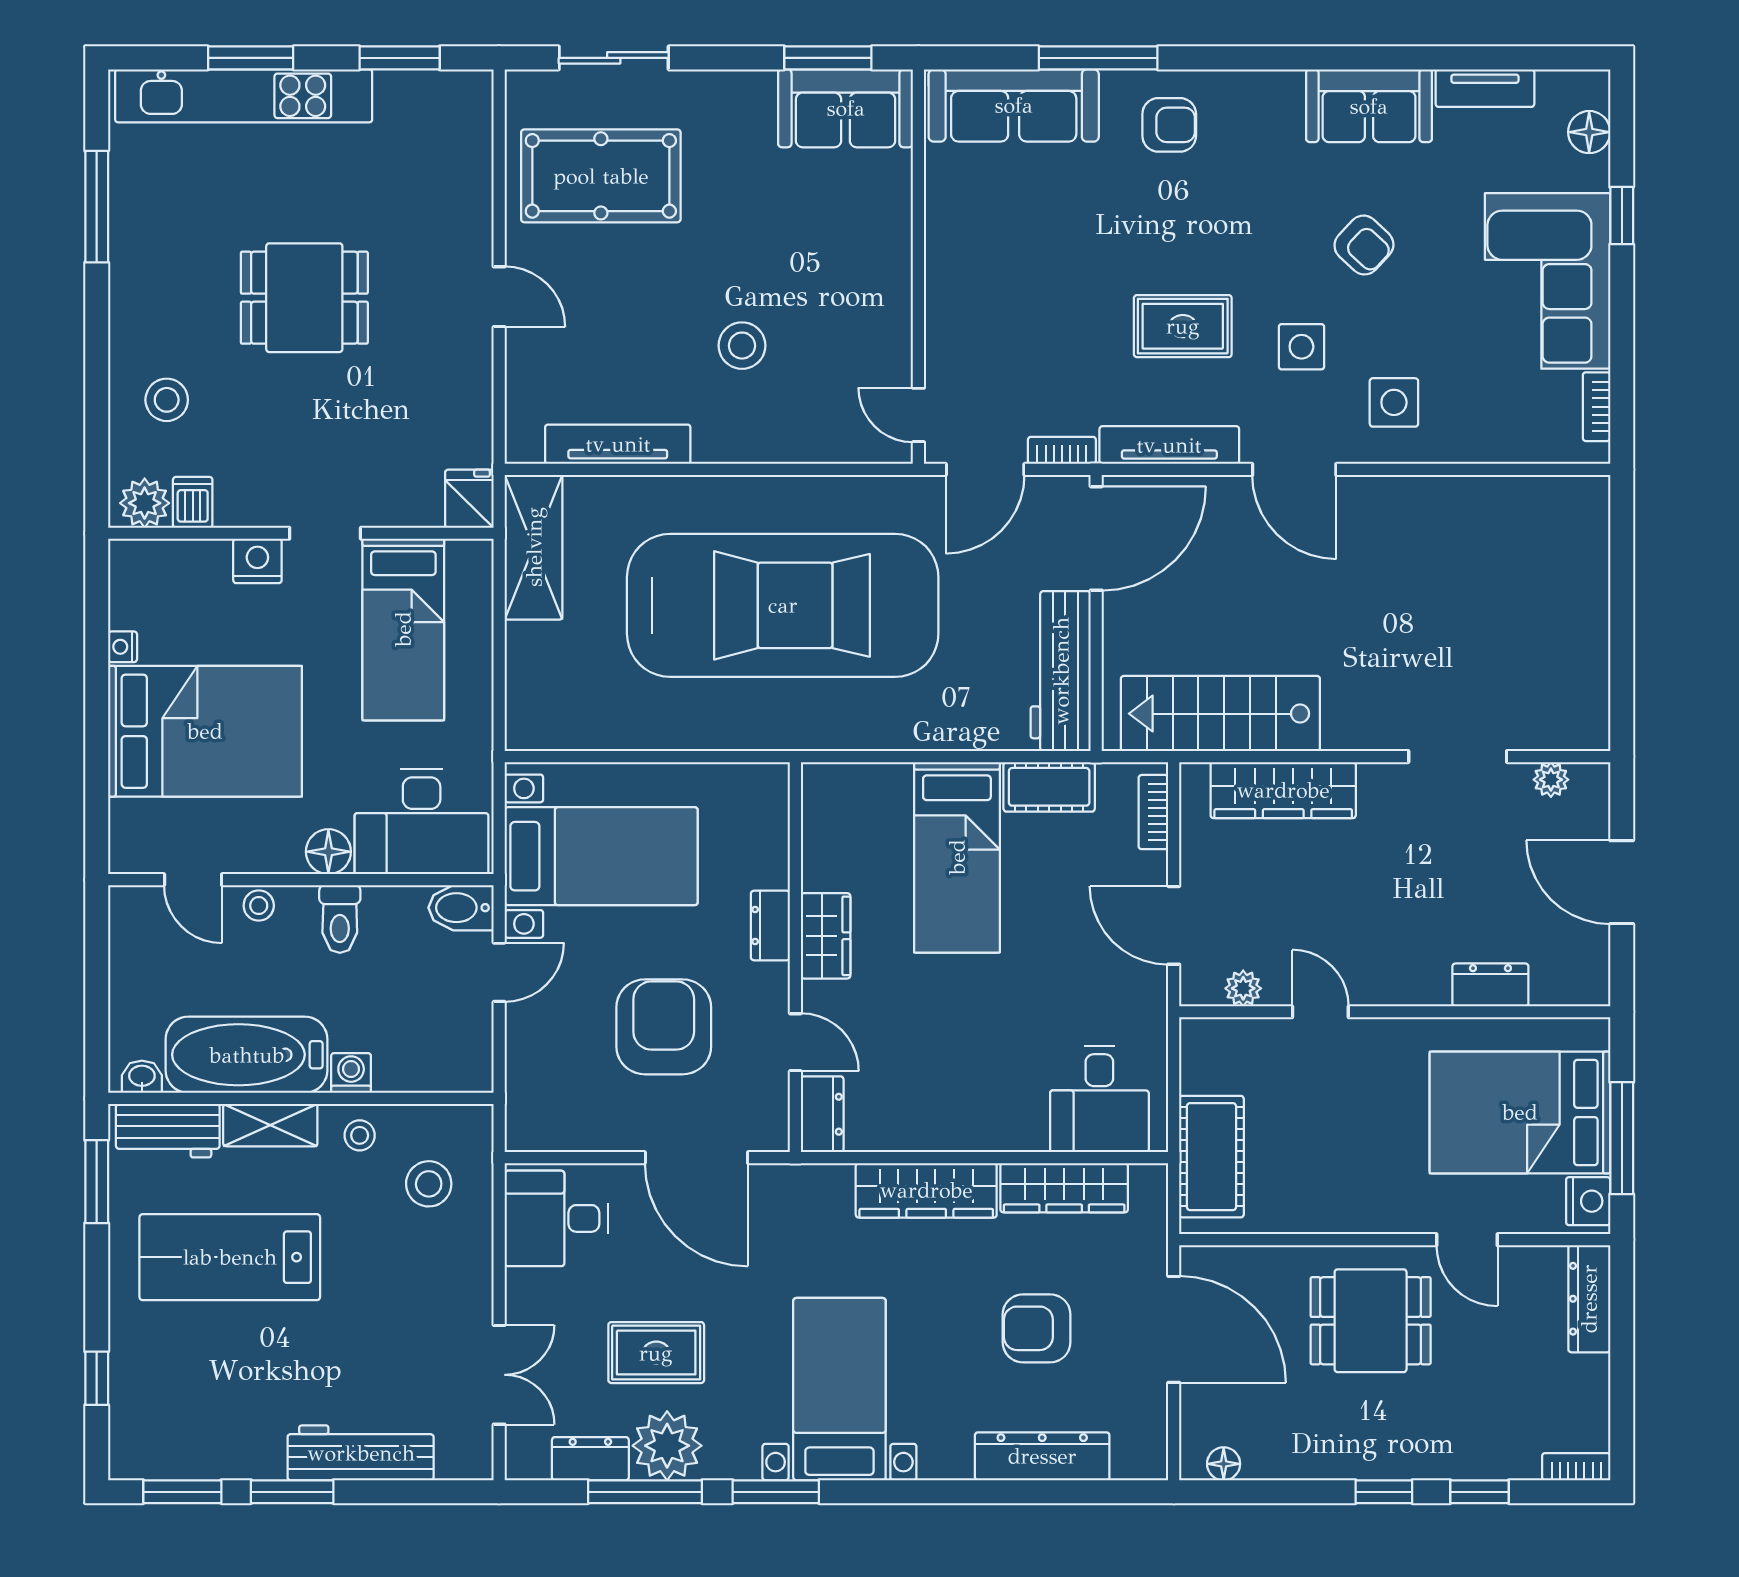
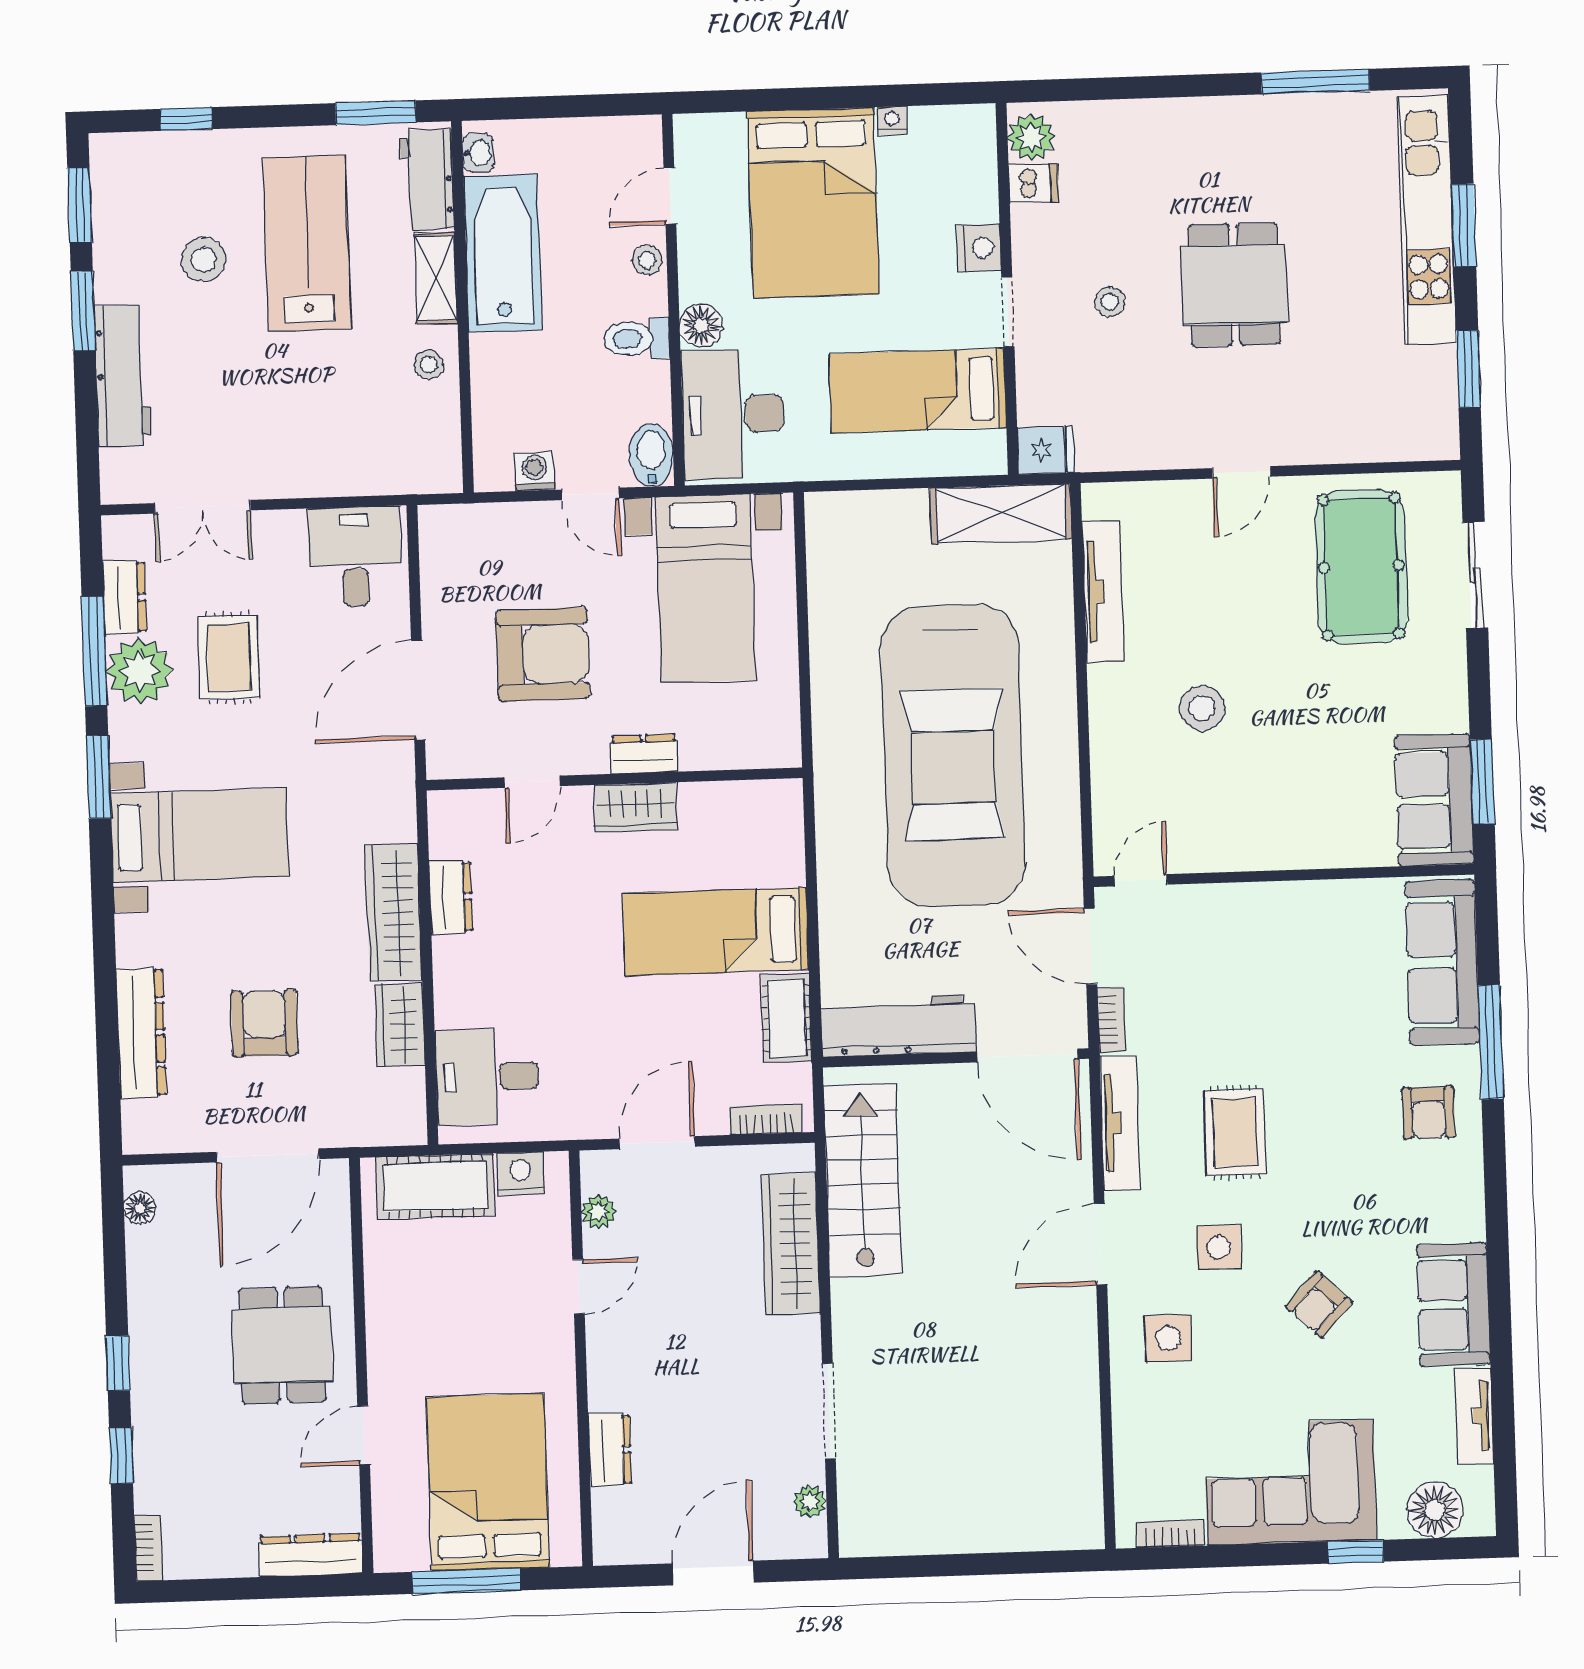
floor lamp: (1589, 132) -> (1435, 1510), width x1.38, depth x1.38
stool: (167, 400) -> (1110, 302), moved, width x0.73, depth x0.73
washing machine: (351, 1073) -> (534, 471), moved, turned -90
dresser: (822, 1114) -> (451, 897), moved, turned -90
stool: (429, 1184) -> (204, 260), moved
wardrobe: (1064, 1188) -> (400, 1025), width x0.67
nightstand: (1588, 1201) -> (520, 1174), moved, turned 180

